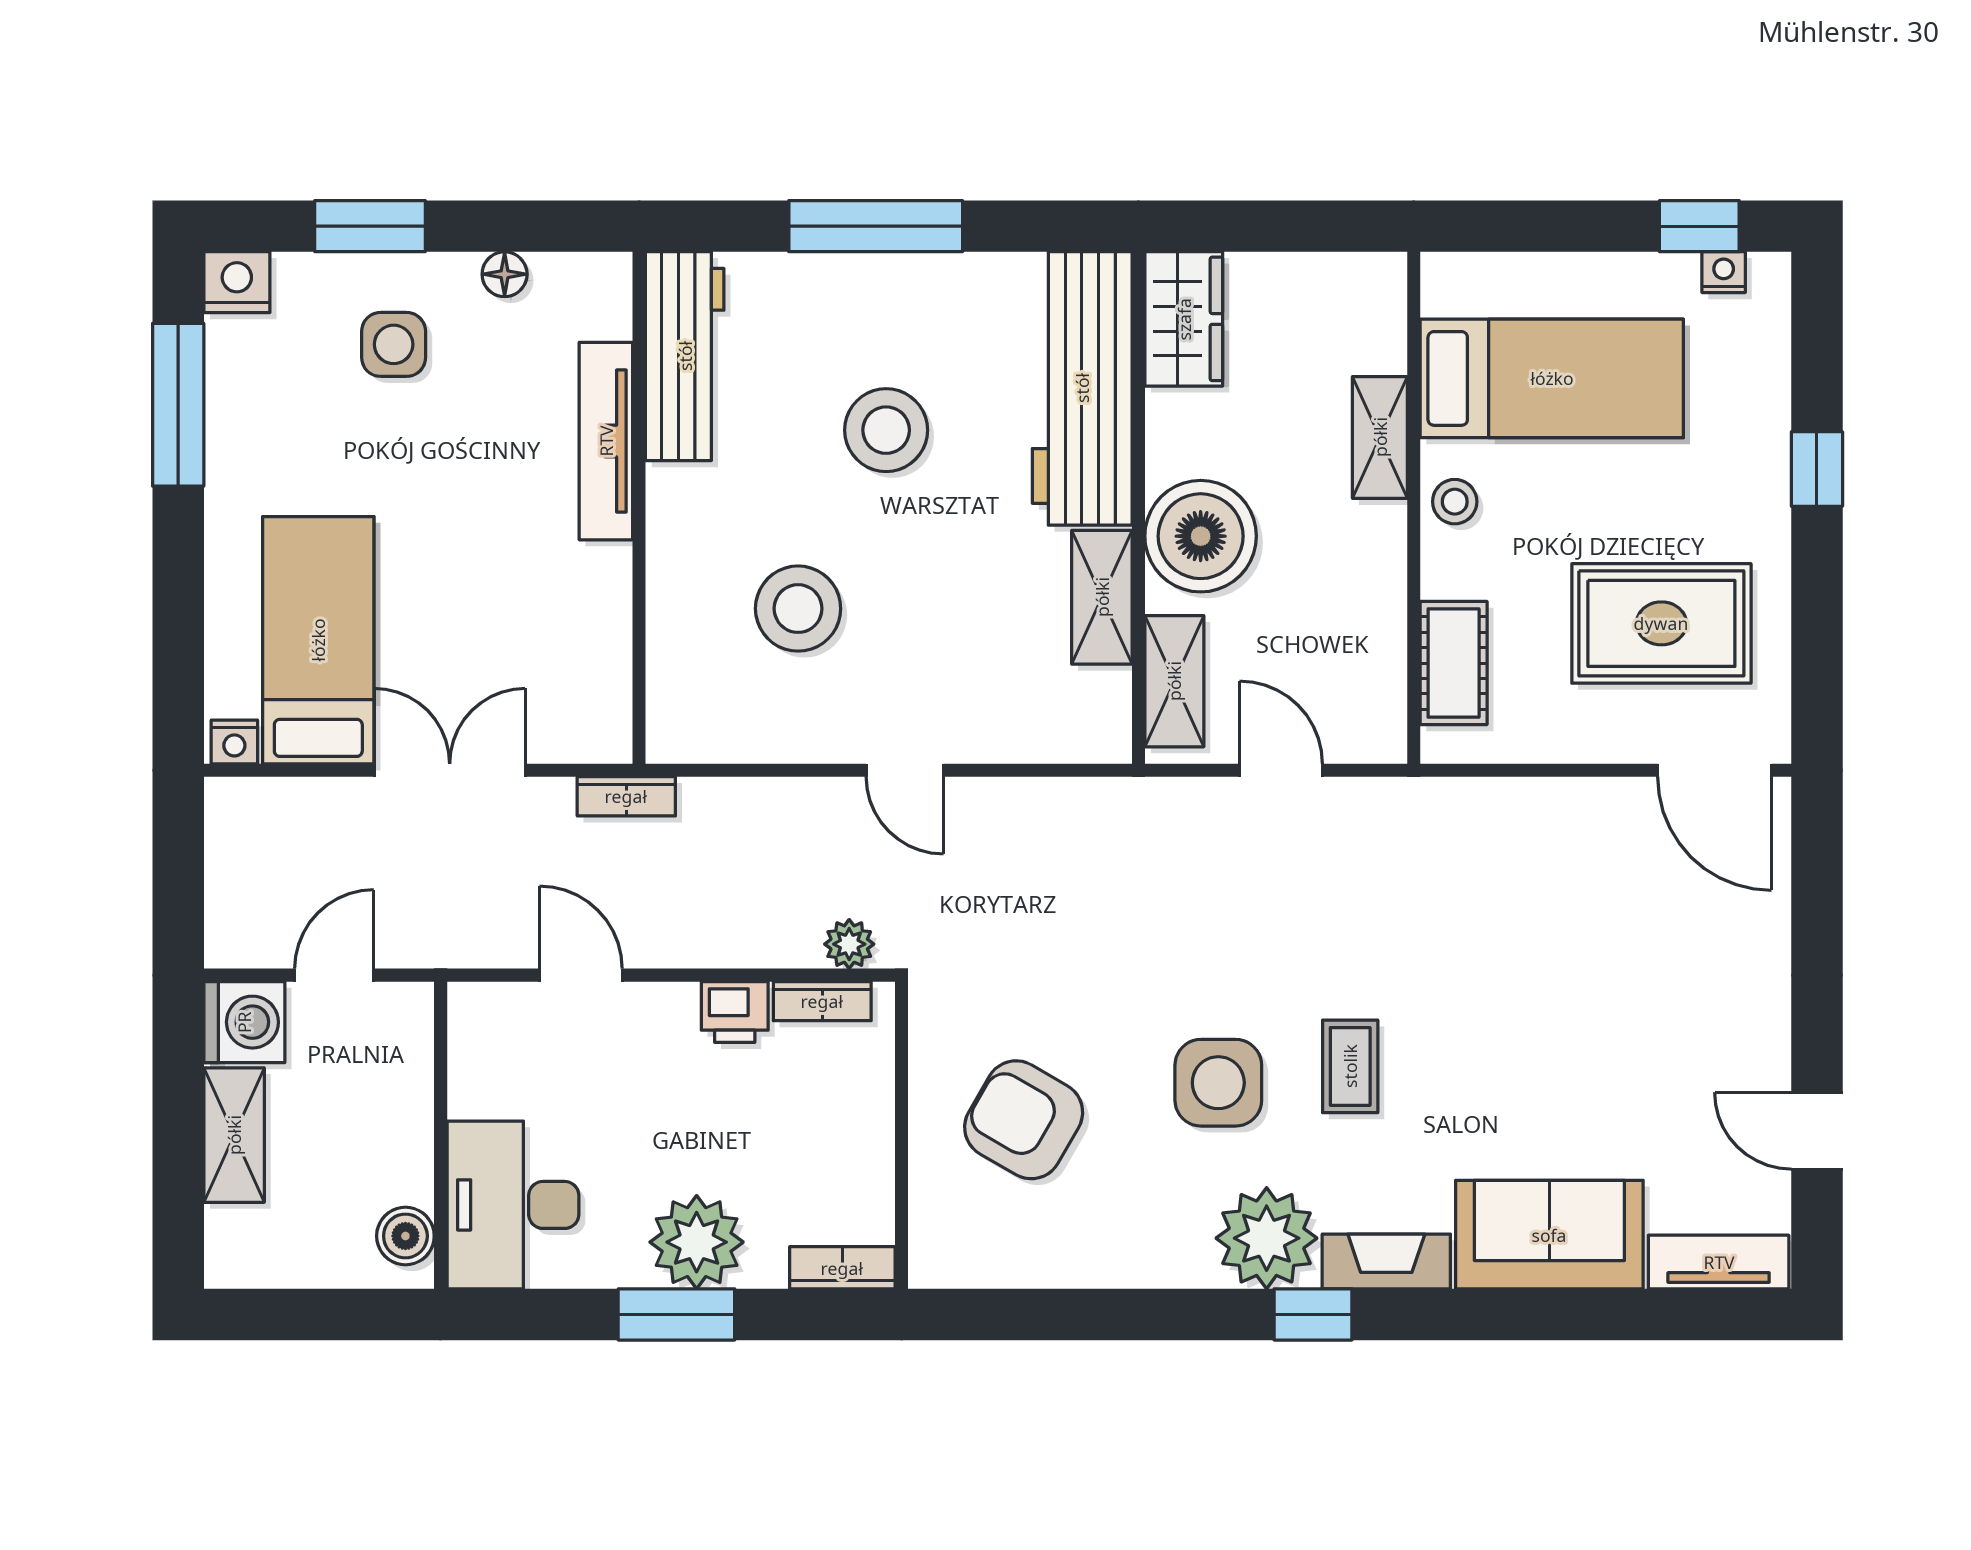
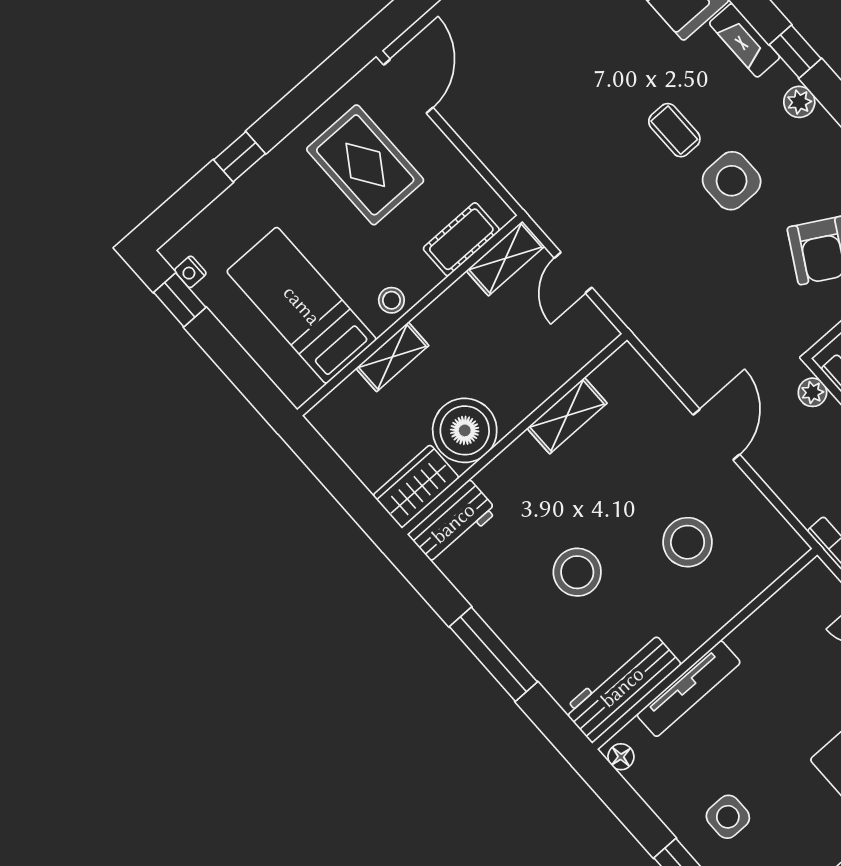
floor lamp: (505, 274) -> (621, 757), moved
workbench: (1082, 388) -> (453, 523), width x0.53, depth x0.76
boiler: (1201, 536) -> (465, 430), moved
shelving: (1174, 681) -> (505, 258), moved
door: (905, 770) -> (716, 435), width x1.38
coffee table: (1350, 1066) -> (674, 130), turned 90
plant: (1267, 1238) -> (799, 102), width x0.53, depth x0.53

